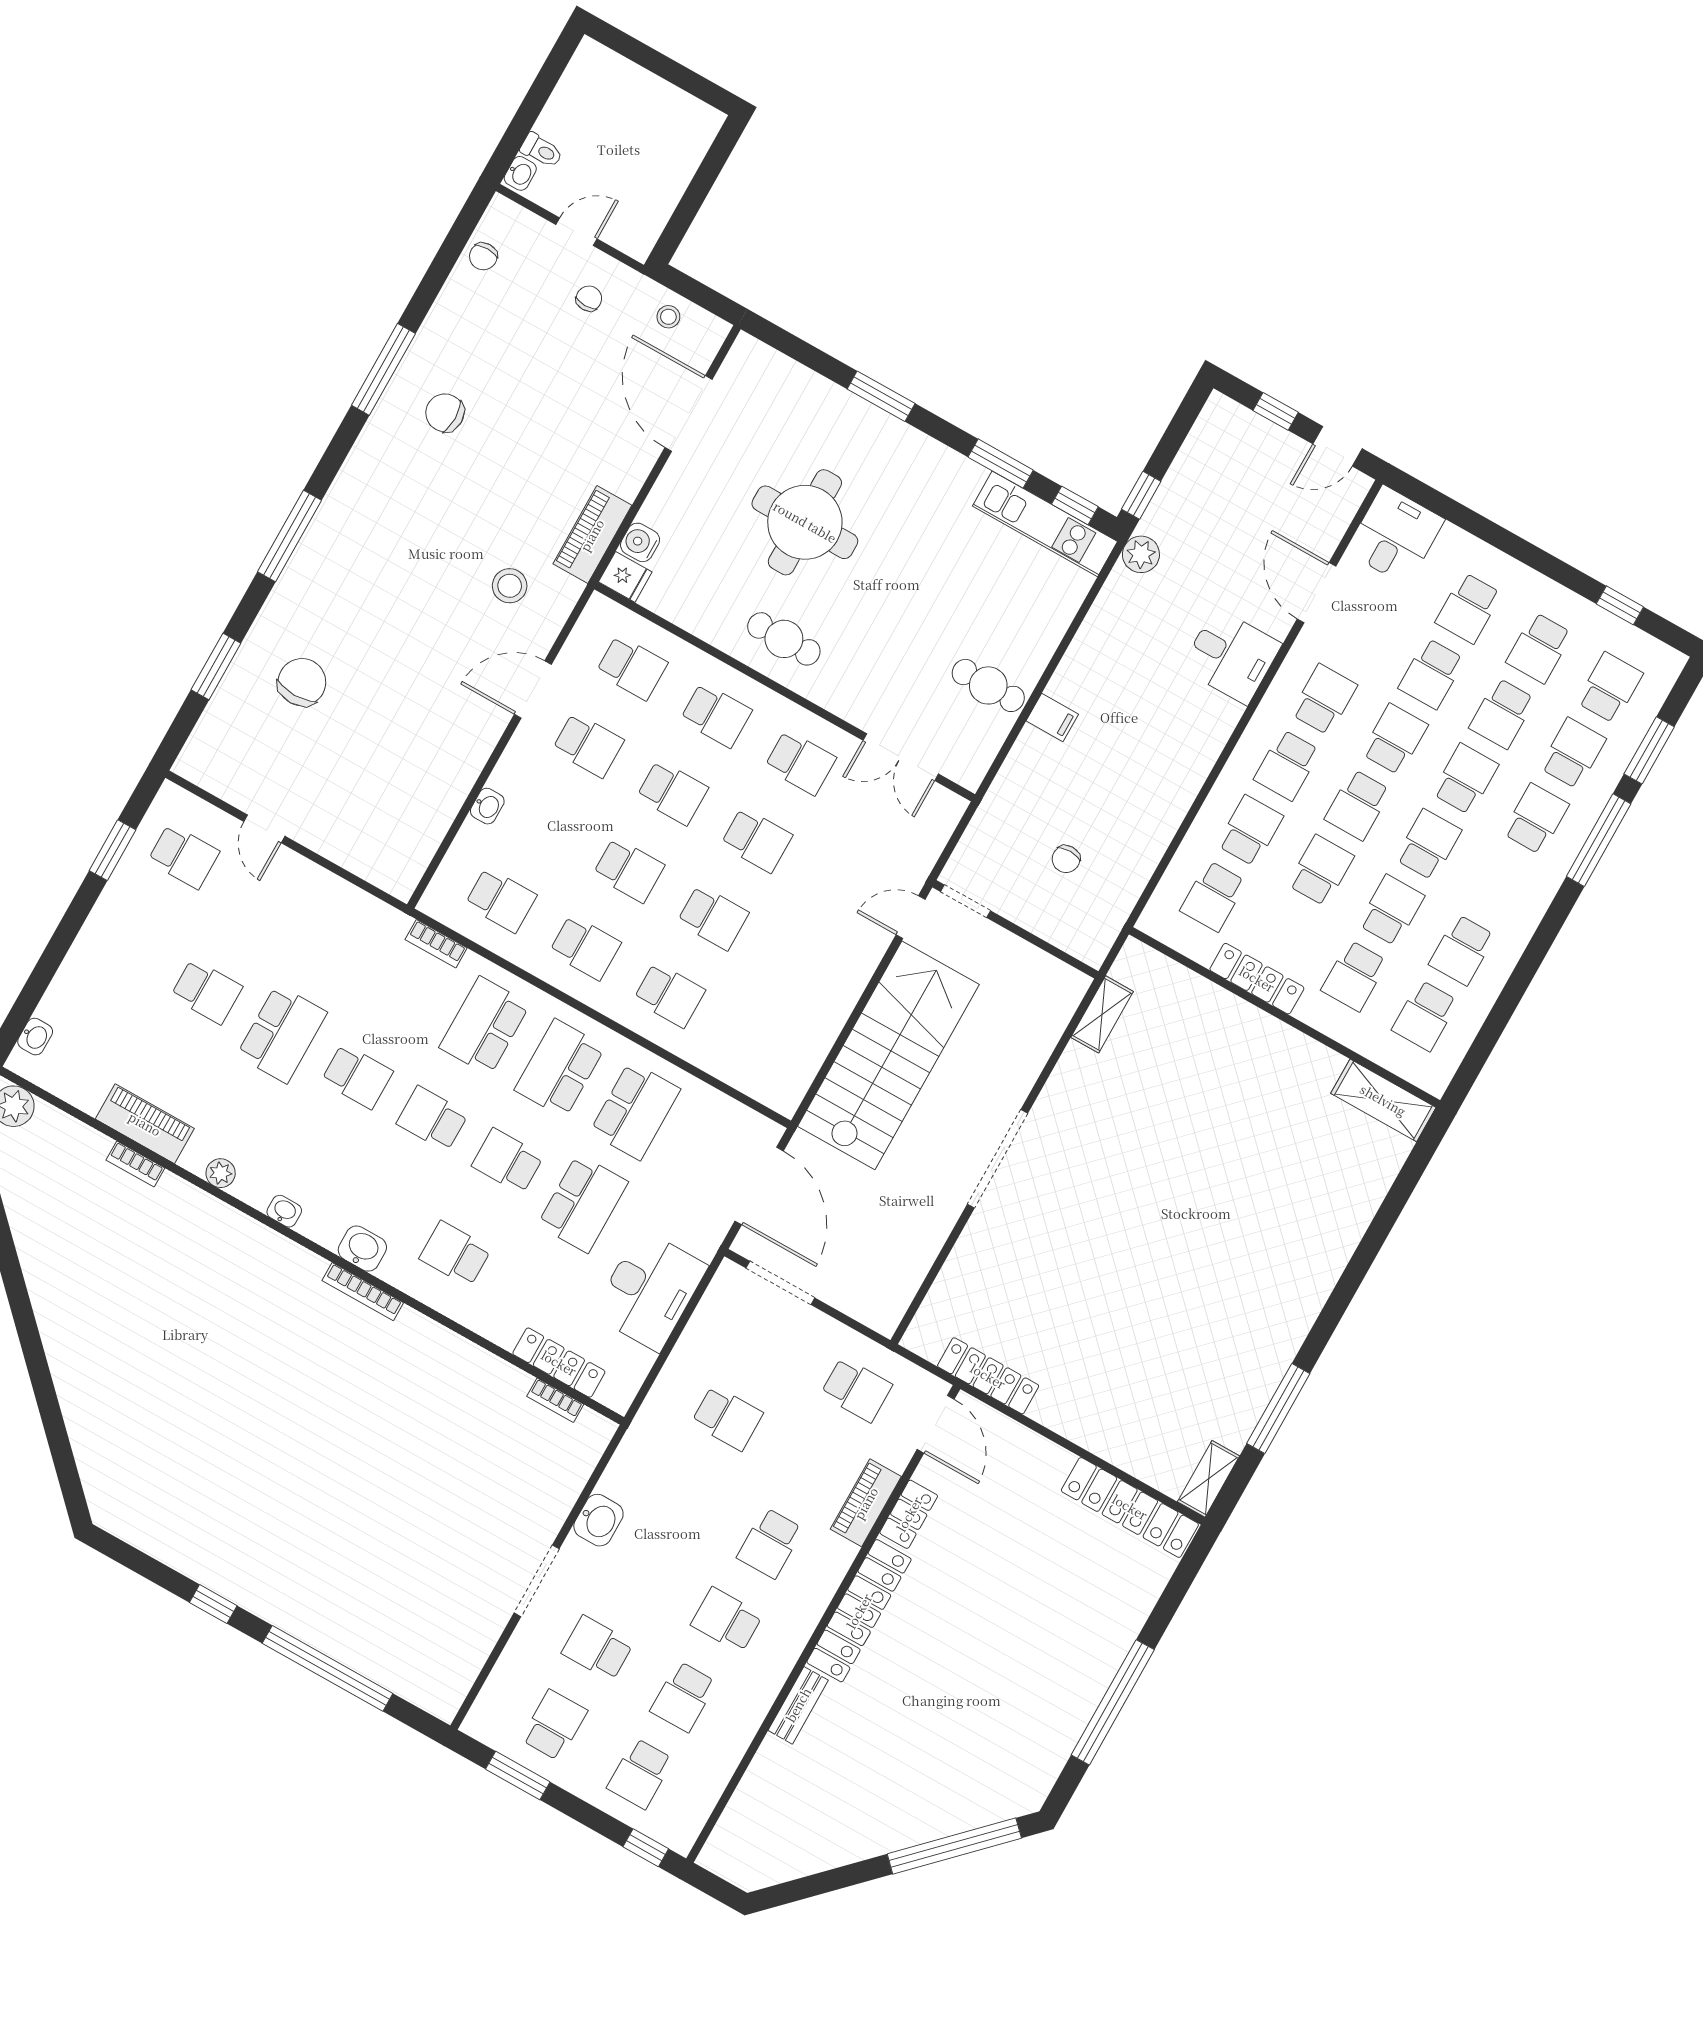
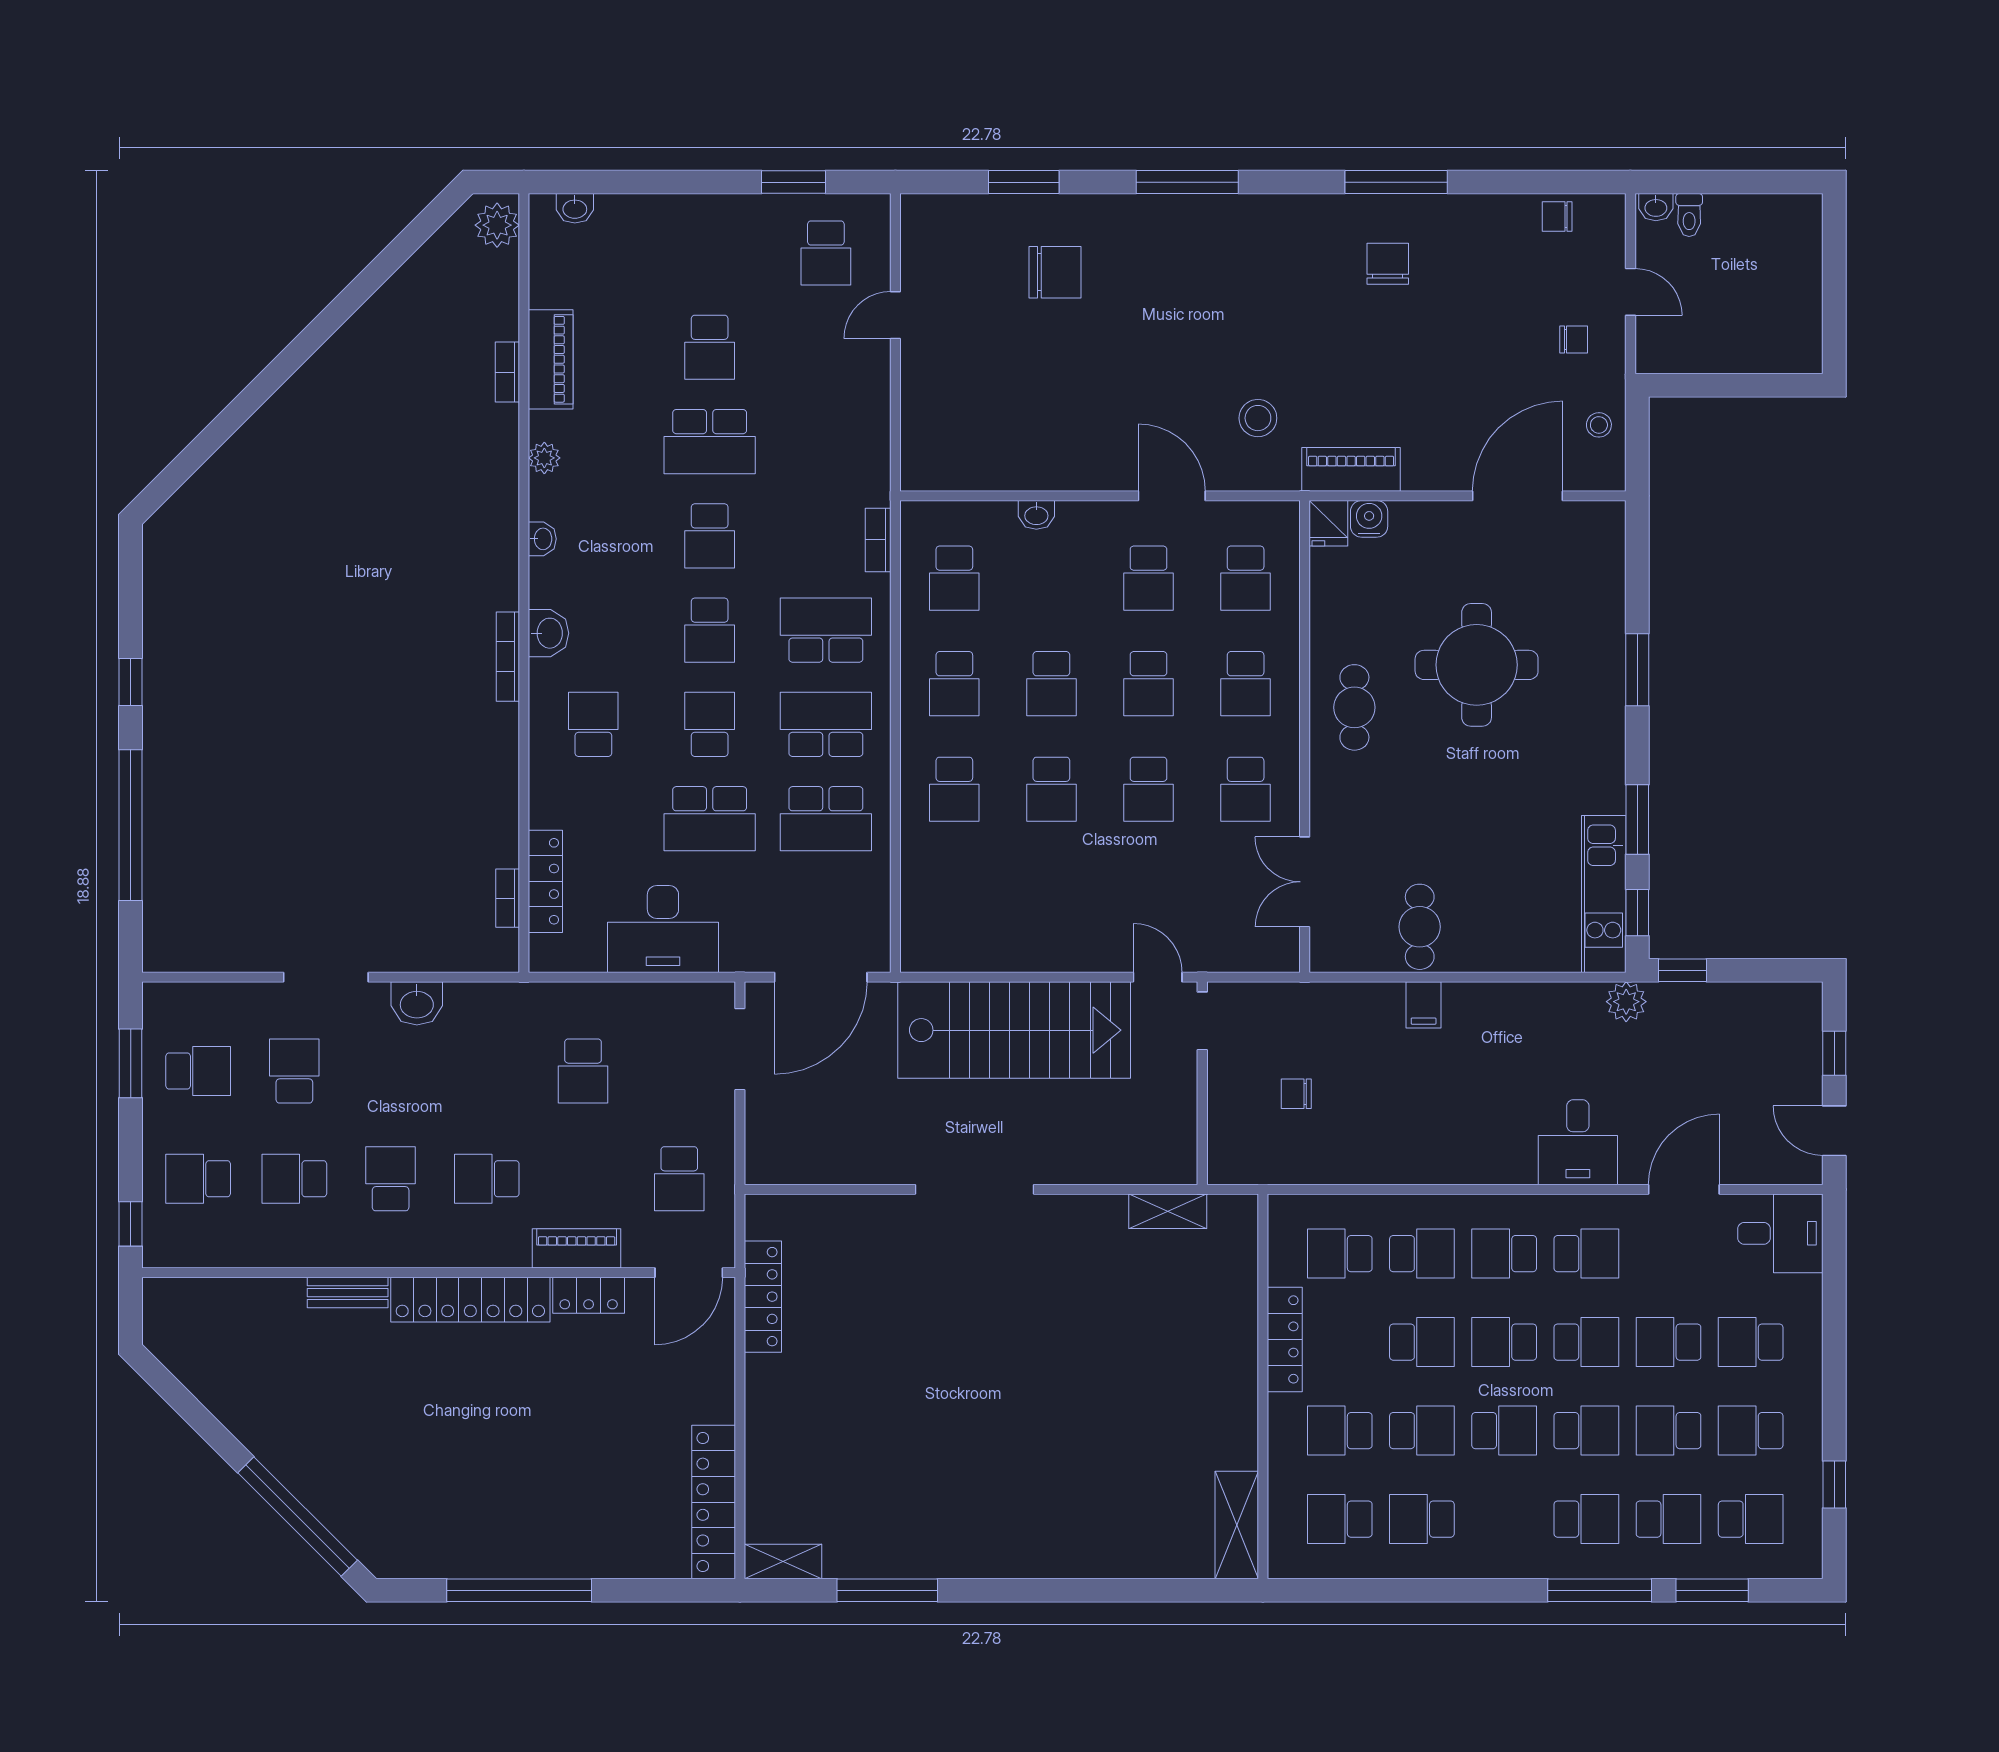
school desk: (432, 1119) -> (710, 630), turned 180

